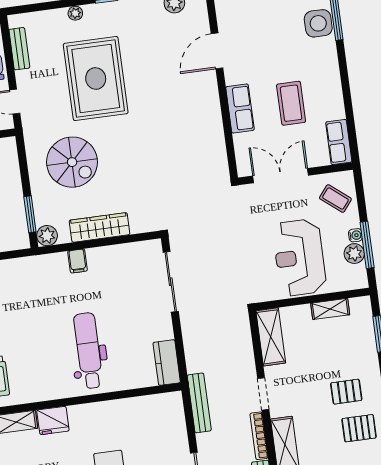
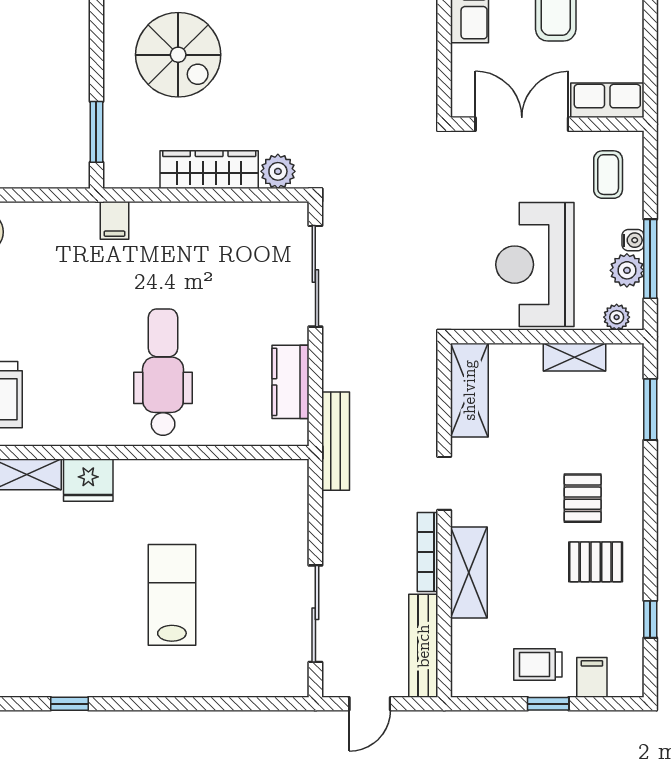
row of seats: (339, 142) -> (607, 100), moved, turned 90
coffee table: (335, 199) -> (608, 175), turned 51
plant: (47, 236) -> (278, 171), moved
filing cabinet: (77, 261) -> (114, 220), moved
plant: (352, 282) -> (617, 317), added
kitchen counter: (167, 363) -> (291, 382), moved
pallet: (346, 392) -> (583, 498), turned 90
bench: (199, 403) -> (336, 441), moved

